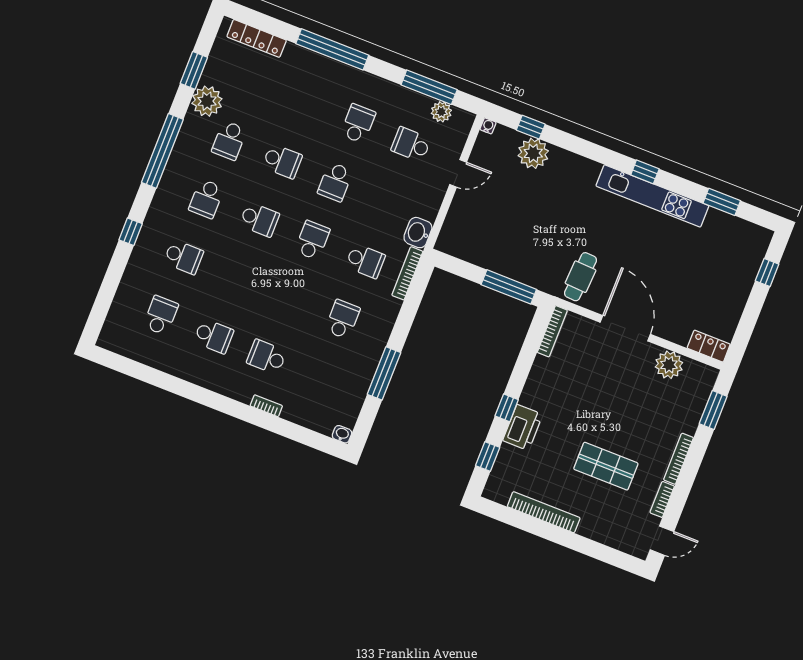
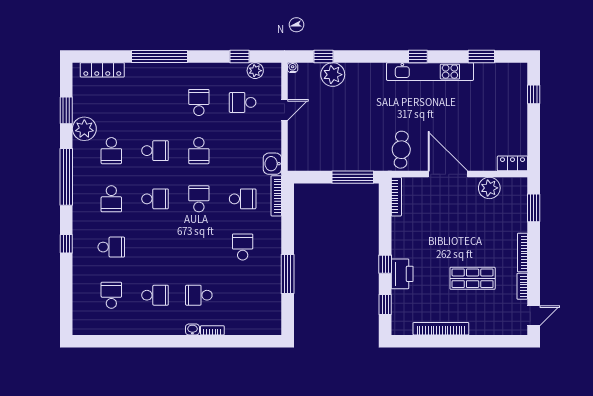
window: (429, 87) -> (240, 56), width x0.46
washbasin: (342, 434) -> (192, 329), moved

